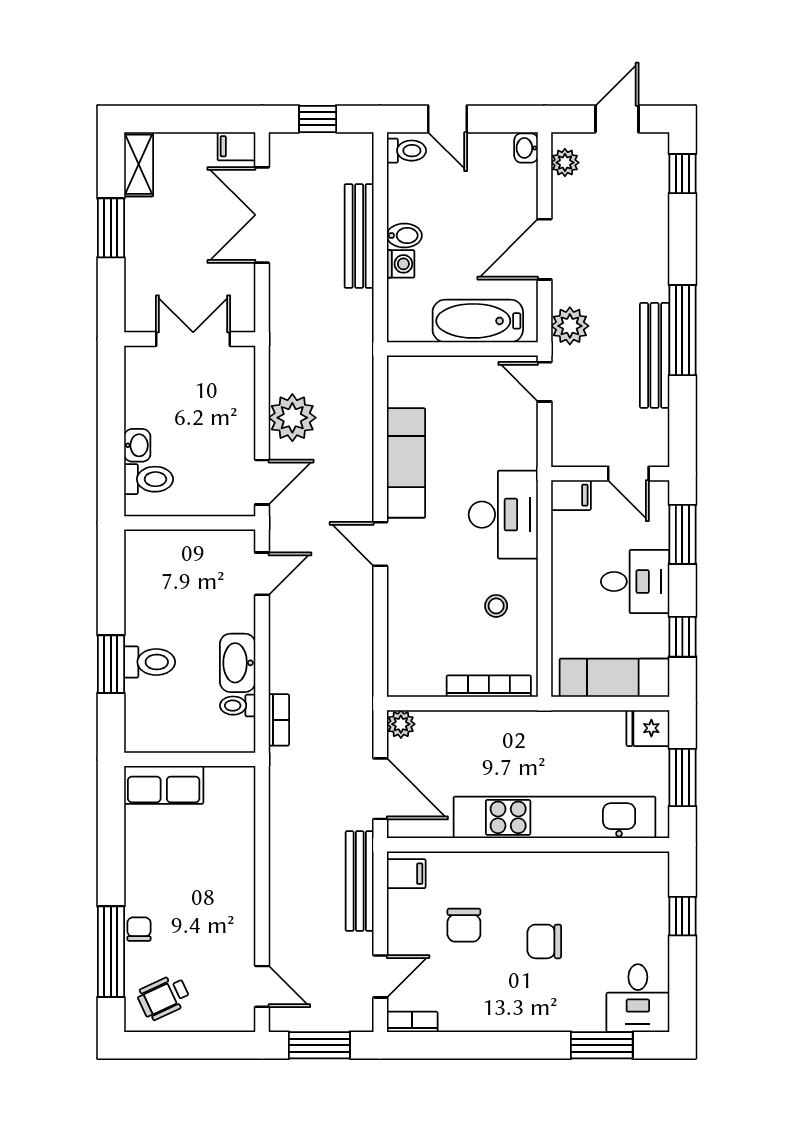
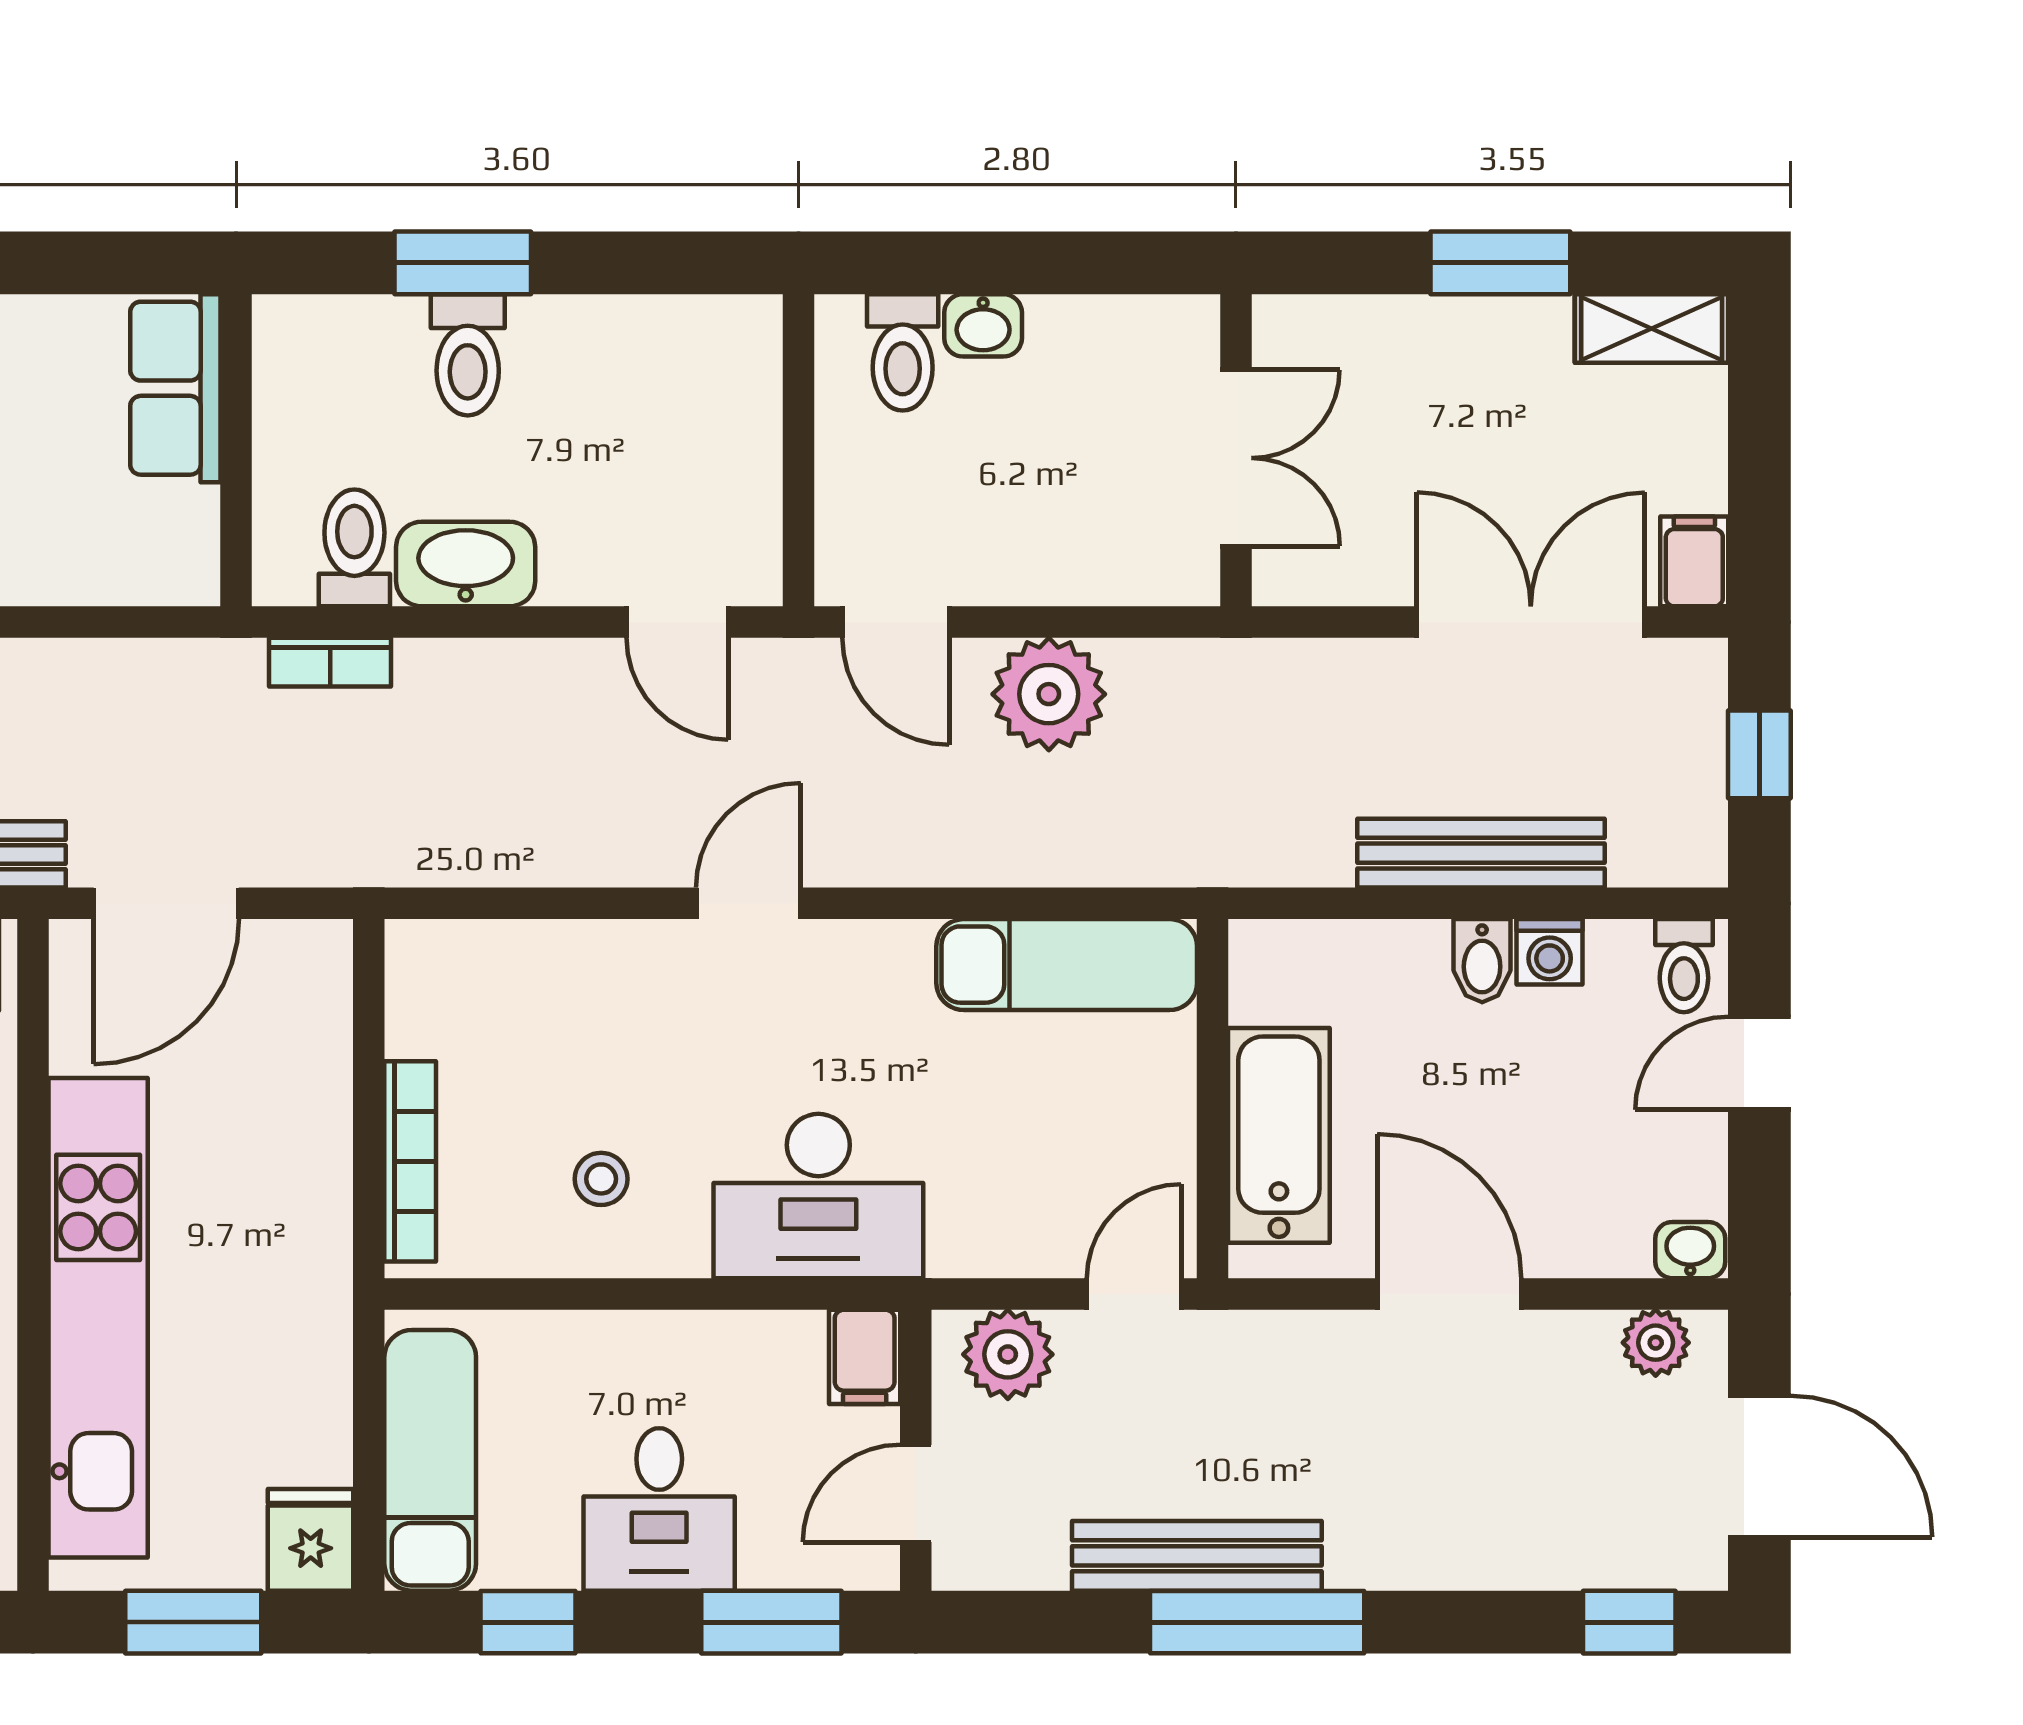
door: (617, 119) -> (1759, 1466), width x1.38
washing machine: (401, 264) -> (1550, 952), moved
plant: (570, 326) -> (1008, 1354), moved
exam couch: (406, 463) -> (1067, 965), moved
toilet: (238, 706) -> (354, 548), width x1.37, depth x1.39
plant: (401, 724) -> (320, 952), removed

